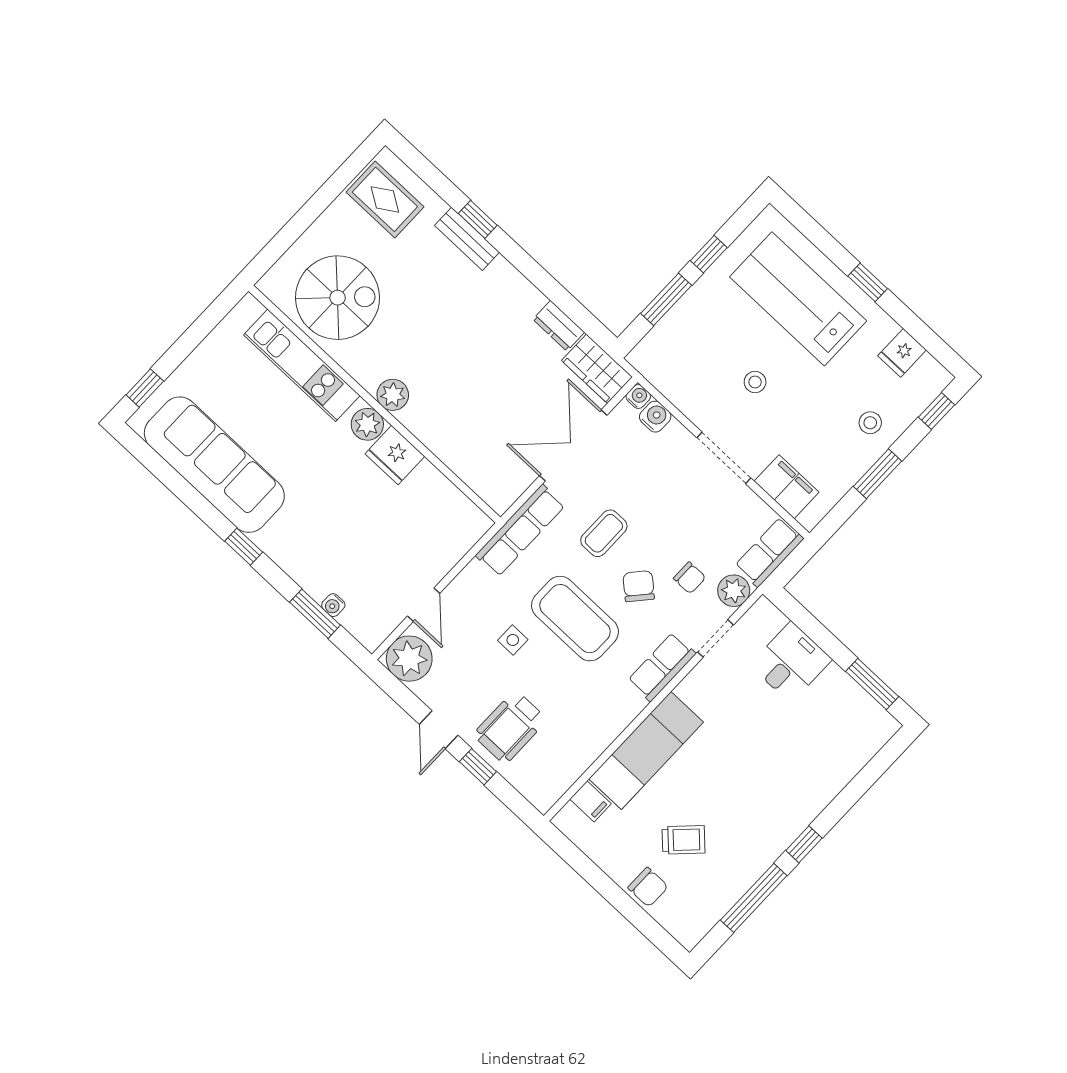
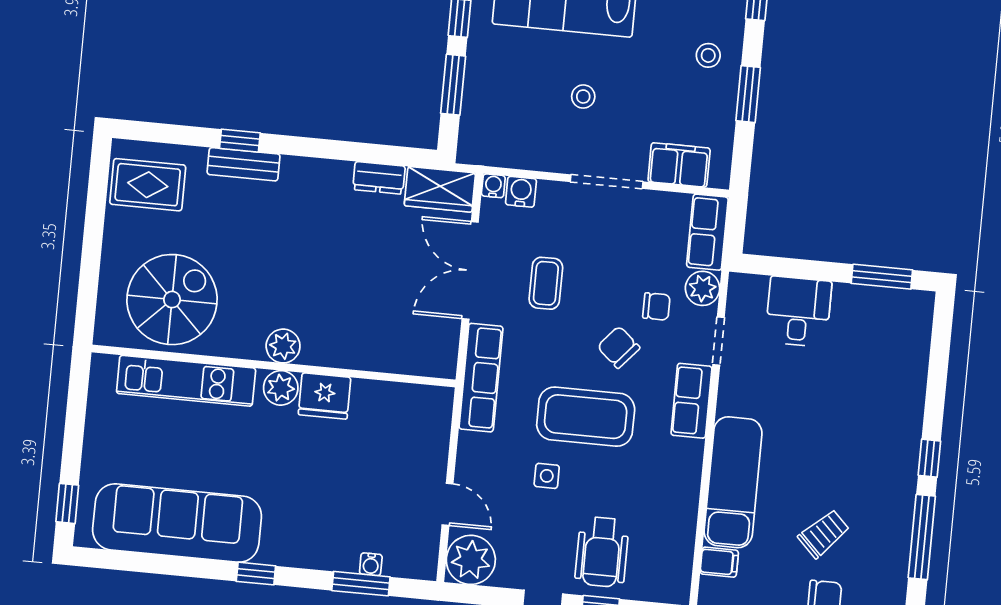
coffee table: (604, 533) -> (546, 283), moved

